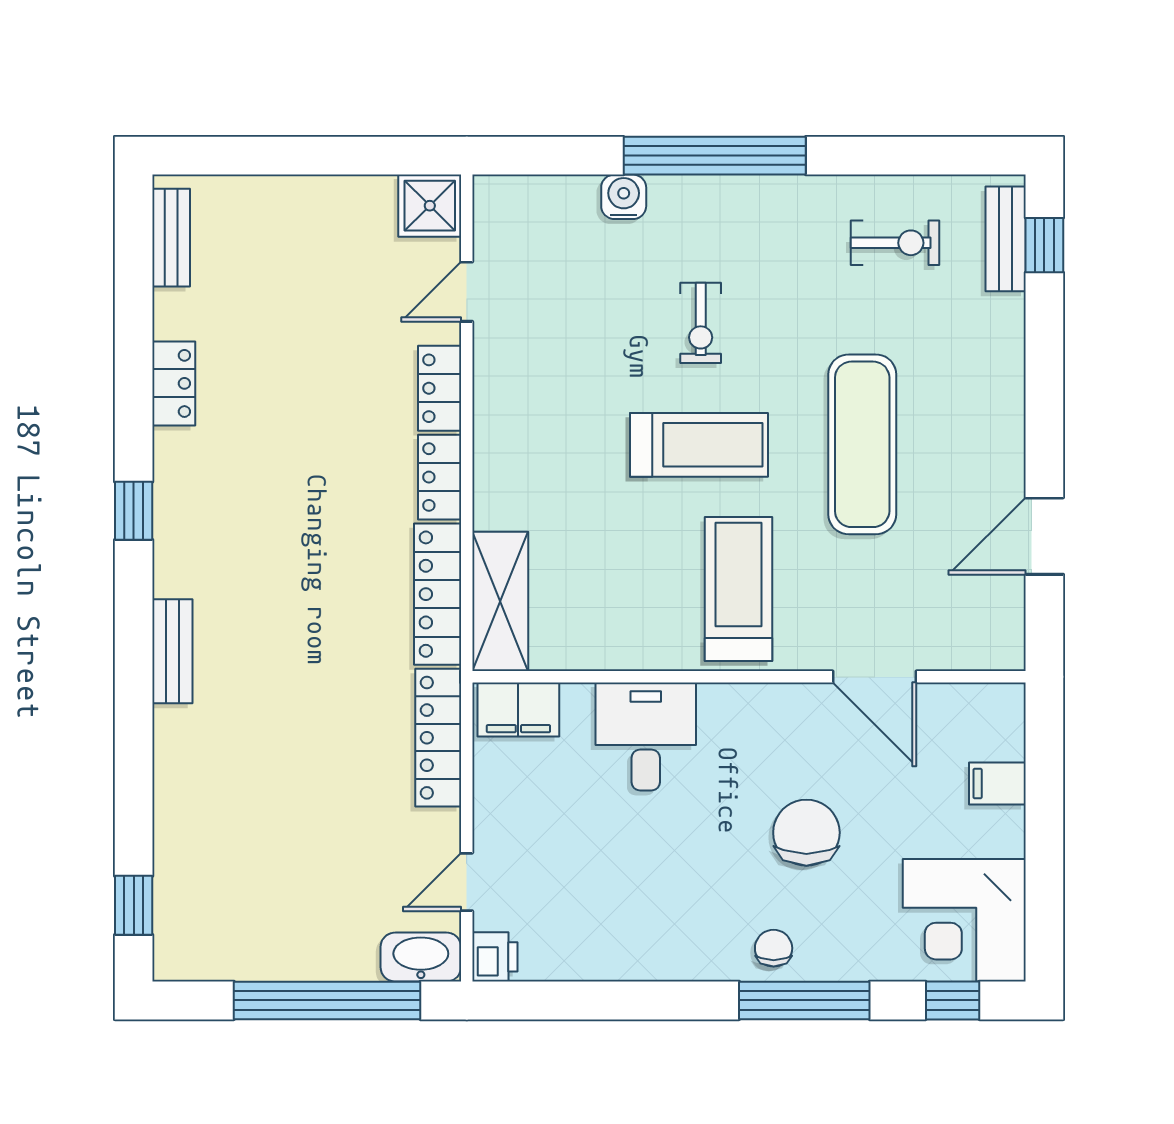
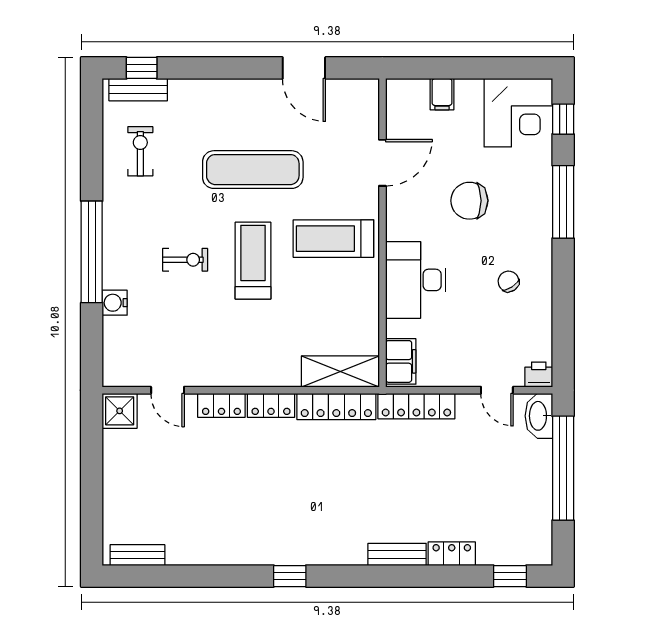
locker: (174, 383) -> (452, 554), moved
bench: (172, 651) -> (397, 554), moved
desk: (646, 736) -> (416, 280), width x1.37
chair: (774, 948) -> (509, 281), moved, turned 56

